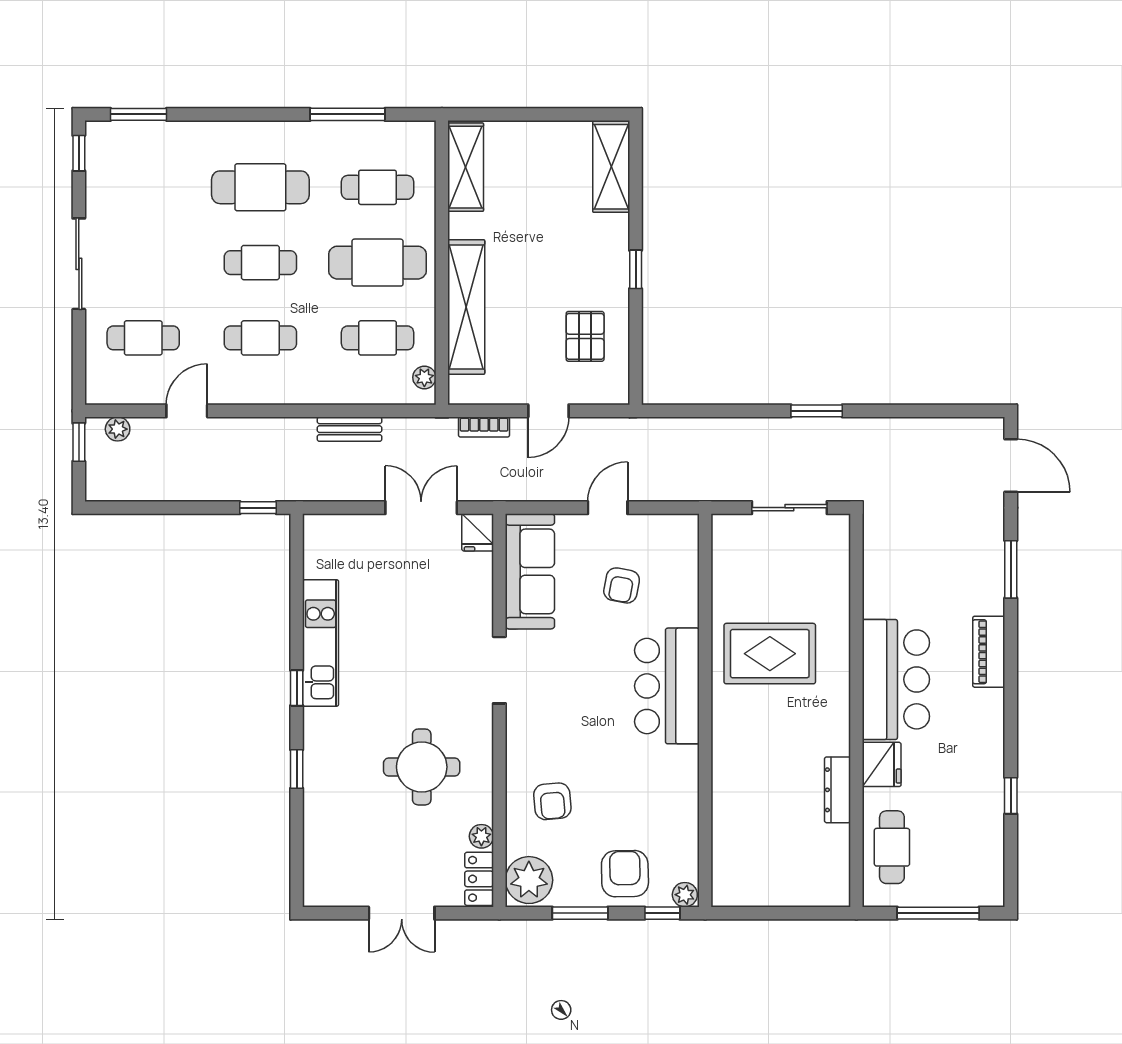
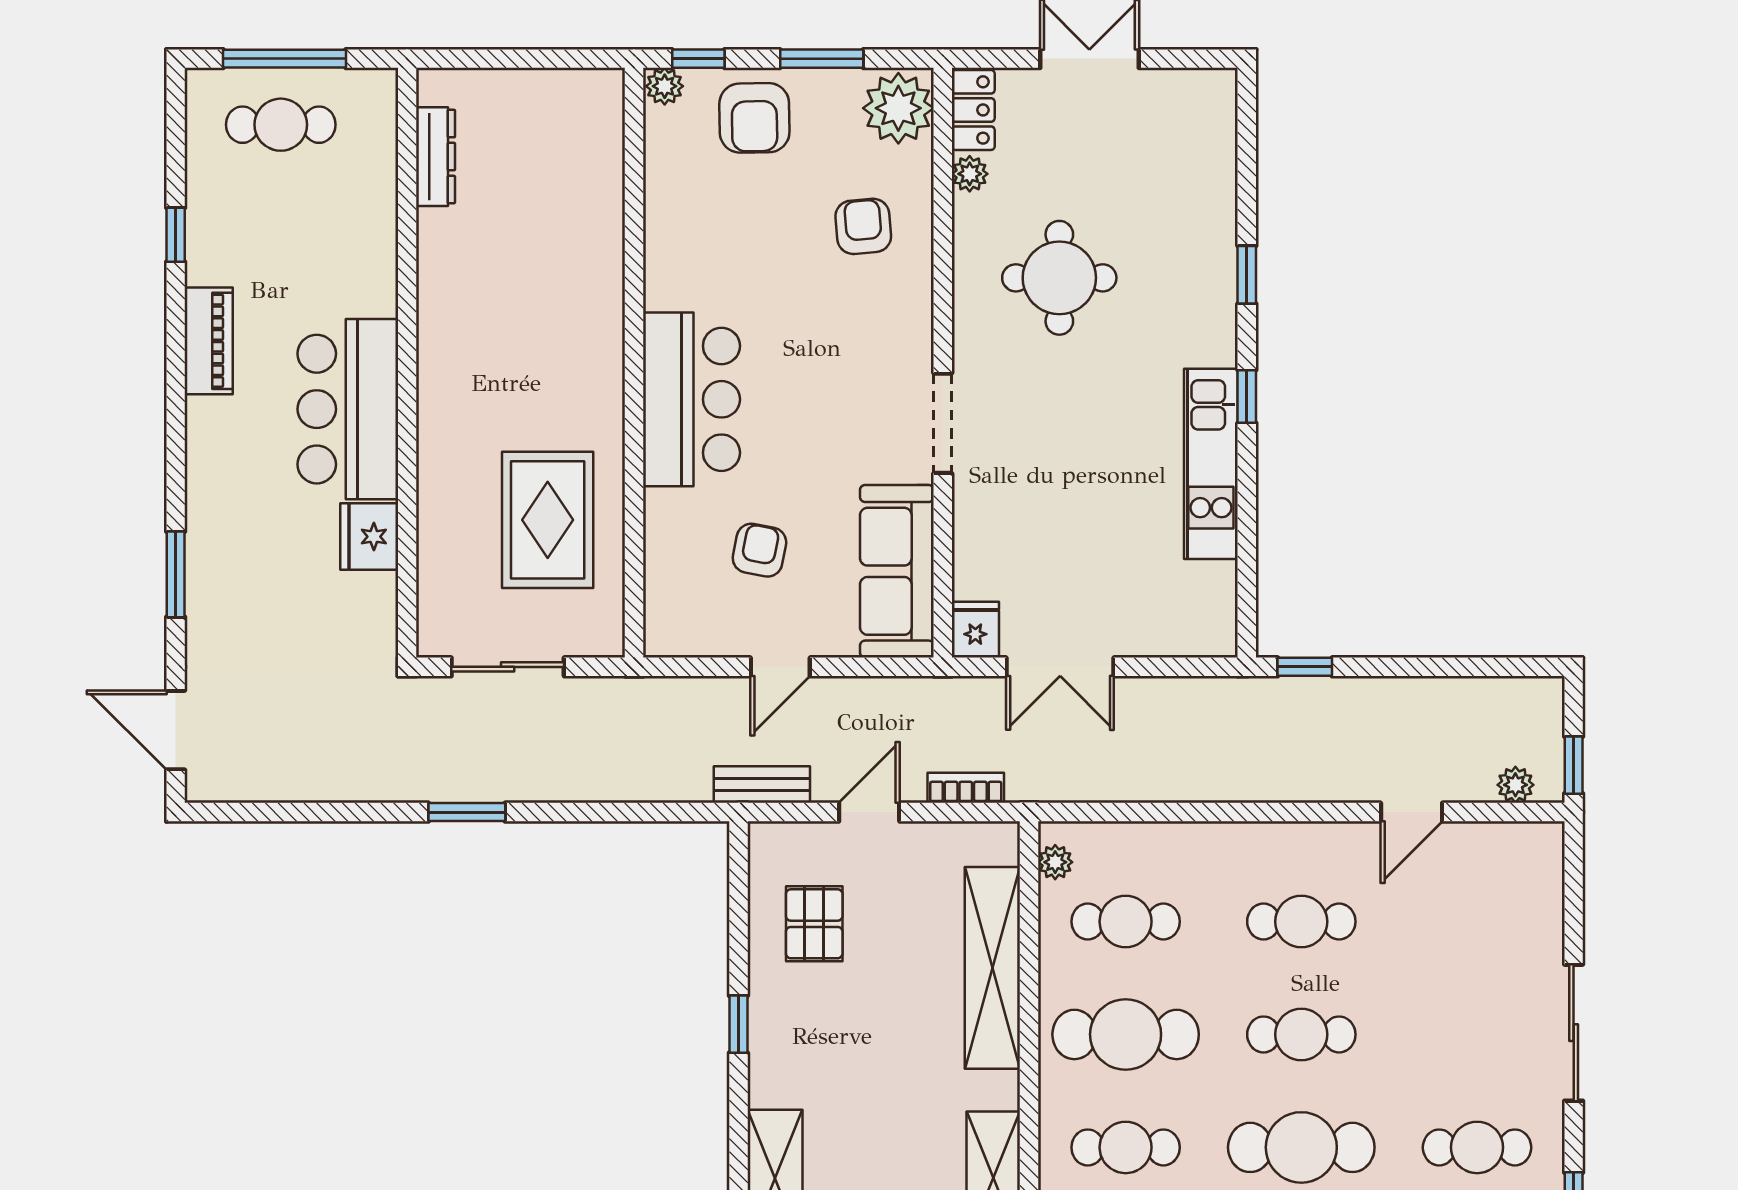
cafe table: (143, 338) -> (1477, 1147), moved
bench: (349, 429) -> (762, 785), moved
piano: (989, 652) -> (209, 341), moved
rug: (770, 654) -> (548, 520), moved, turned 90
fridge: (882, 764) -> (369, 537), moved
dresser: (837, 790) -> (436, 157), moved
cafe table: (892, 847) -> (281, 125), moved, turned 90

